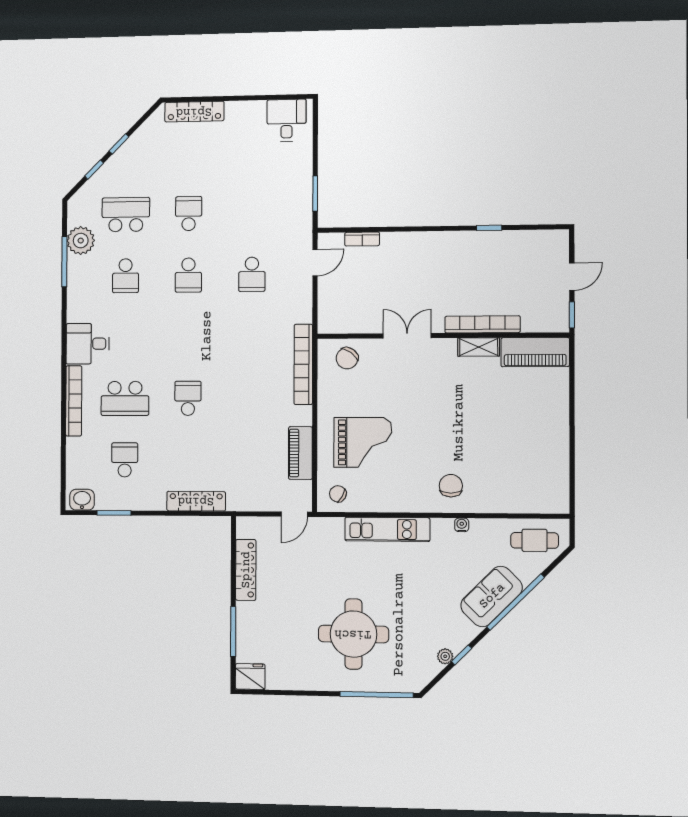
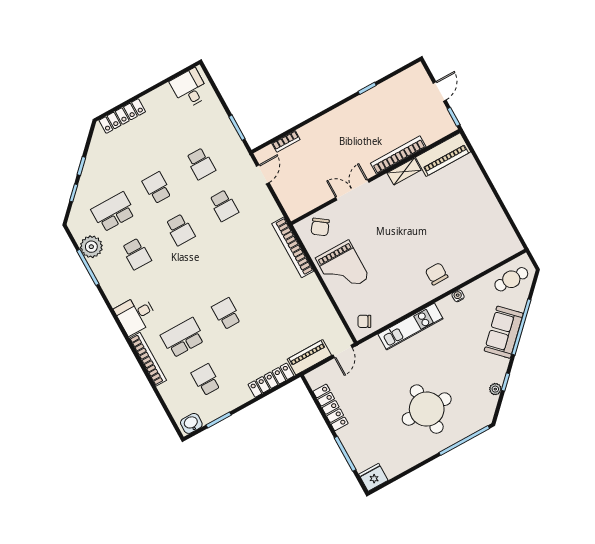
school desk: (252, 213) -> (201, 164), added
school desk: (125, 398) -> (183, 338), turned 180
grand piano: (363, 442) -> (342, 268), moved, turned 90
piano: (300, 453) -> (309, 357), moved, turned 90

